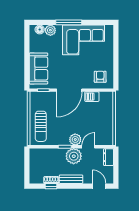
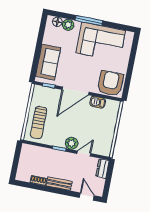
armchair: (100, 77) -> (110, 83), width x1.88, depth x1.88
plant: (74, 156) -> (67, 160), removed
window: (51, 186) -> (37, 187), removed

